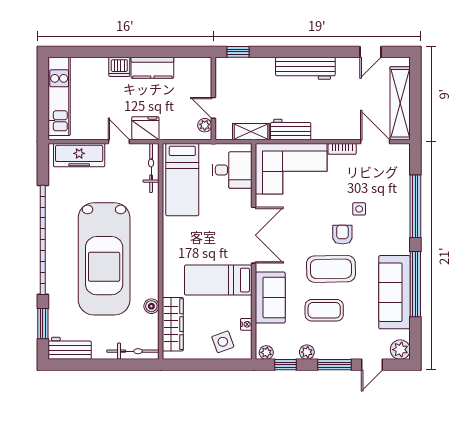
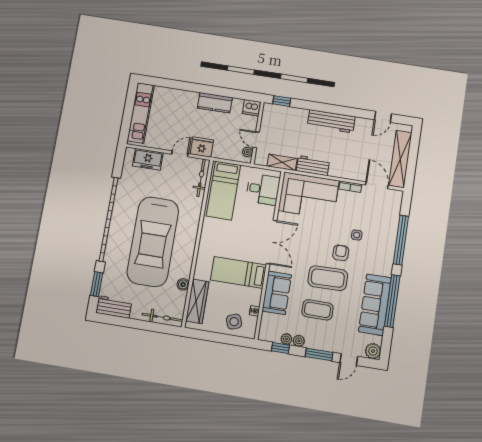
dishwasher: (119, 67) -> (251, 108), moved
door: (119, 142) -> (180, 154), hinge flipped
freezer: (79, 155) -> (148, 159), width x0.71
plant: (266, 352) -> (286, 339), moved

